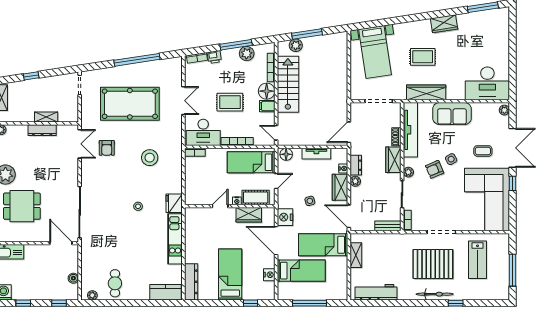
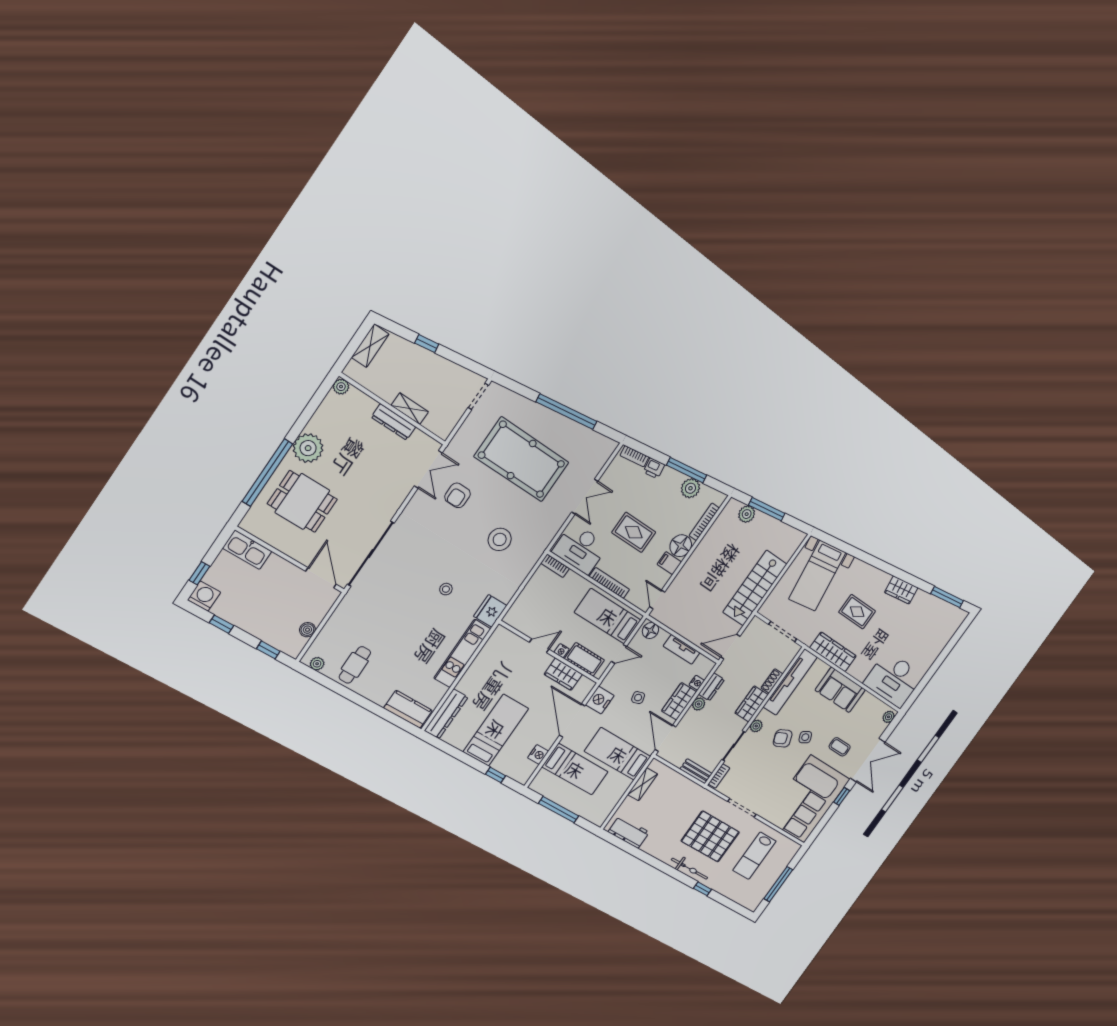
stairs: (288, 84) -> (755, 588), moved, turned 180
workbench: (376, 292) -> (629, 832), width x0.73

